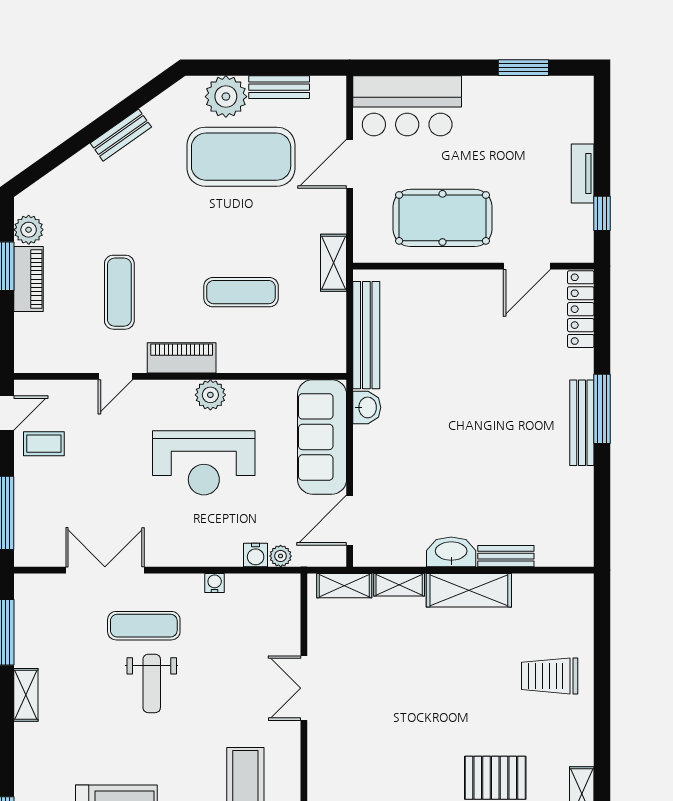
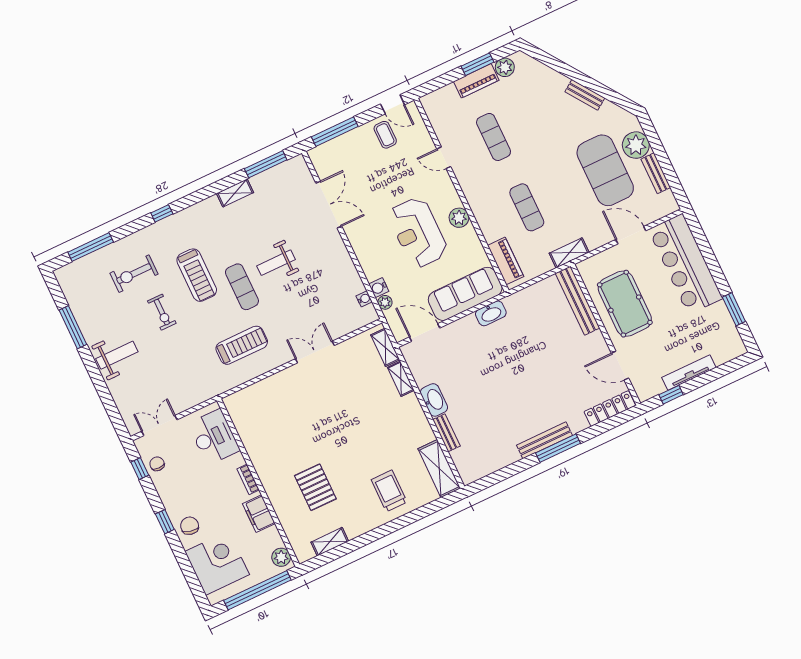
bar counter: (407, 106) -> (685, 264), width x1.36
tv unit: (583, 174) -> (689, 373), width x1.41
exercise mat: (119, 292) -> (494, 137), turned 90
bench: (366, 335) -> (578, 301), moved, turned 90
piano: (182, 358) -> (506, 261), moved
washbasin: (367, 407) -> (491, 313), width x1.38
water cooler: (215, 583) -> (364, 299), moved
shelving: (469, 590) -> (439, 469), moved
exercise mat: (144, 626) -> (242, 287), moved

